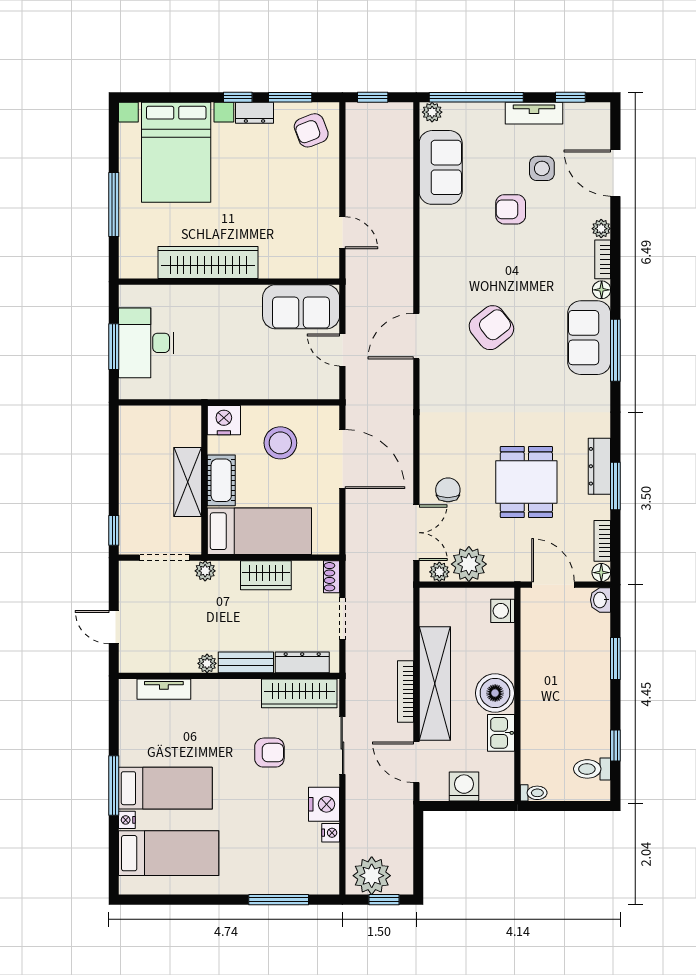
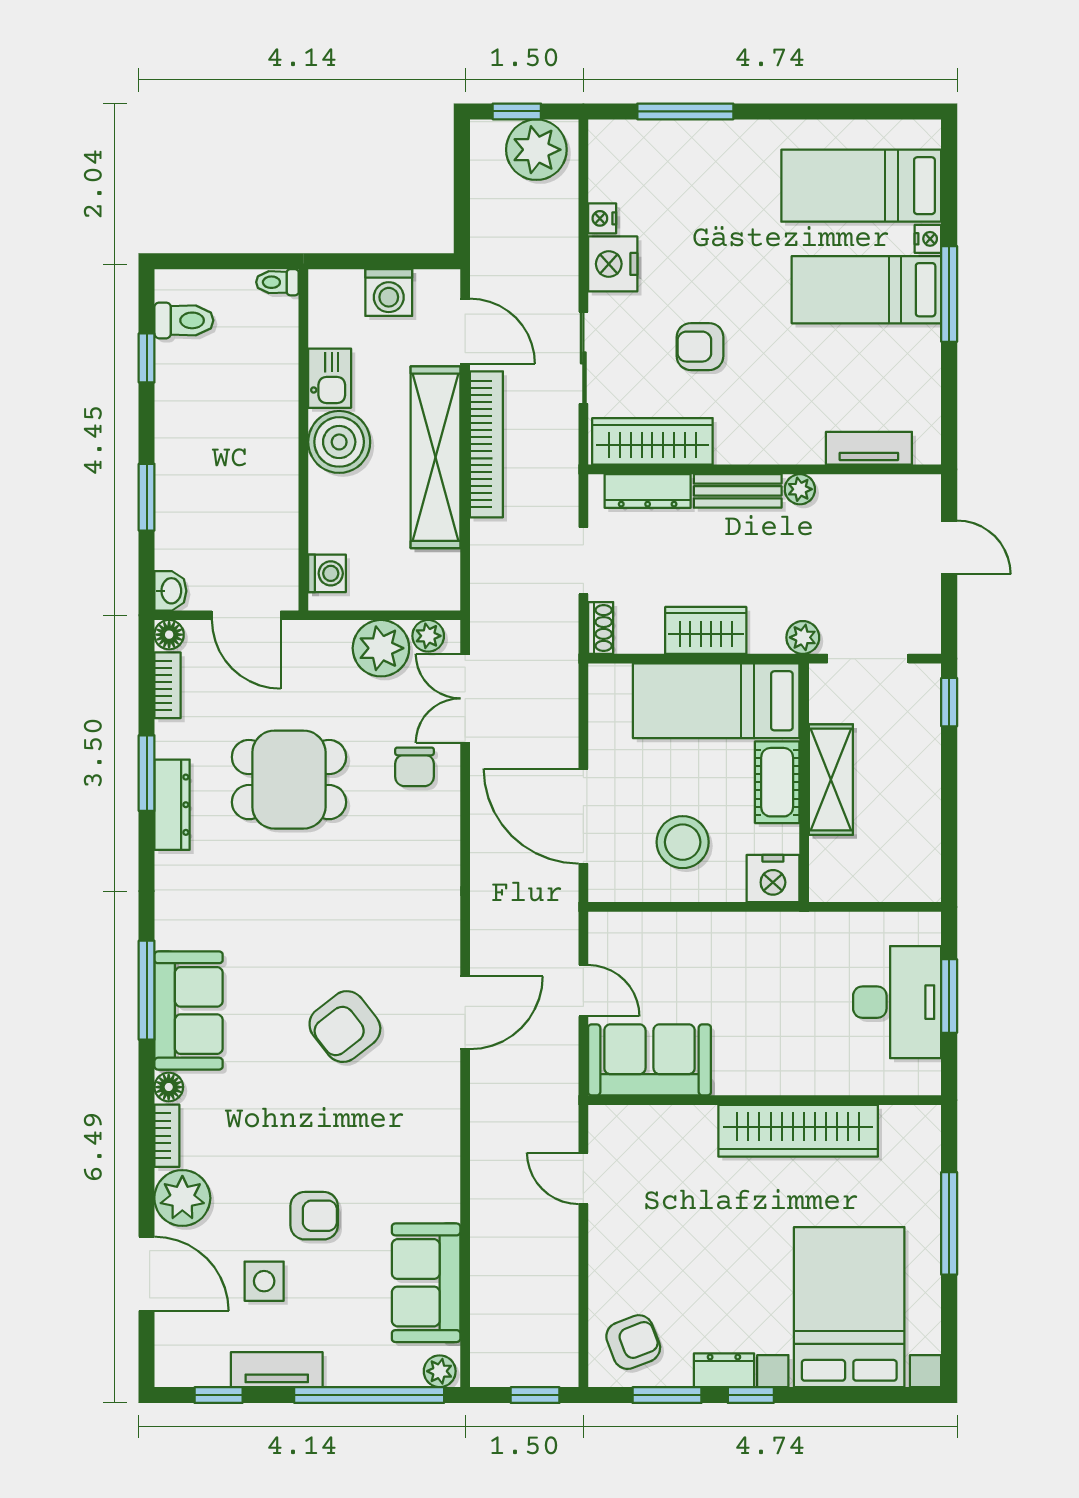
plant: (601, 229) -> (182, 1198), width x1.87, depth x1.87
dining table: (526, 482) -> (289, 780), turned 90
bookcase: (405, 691) -> (486, 444), width x1.48, depth x1.31

